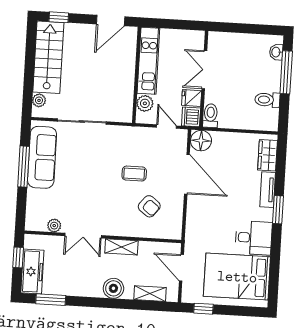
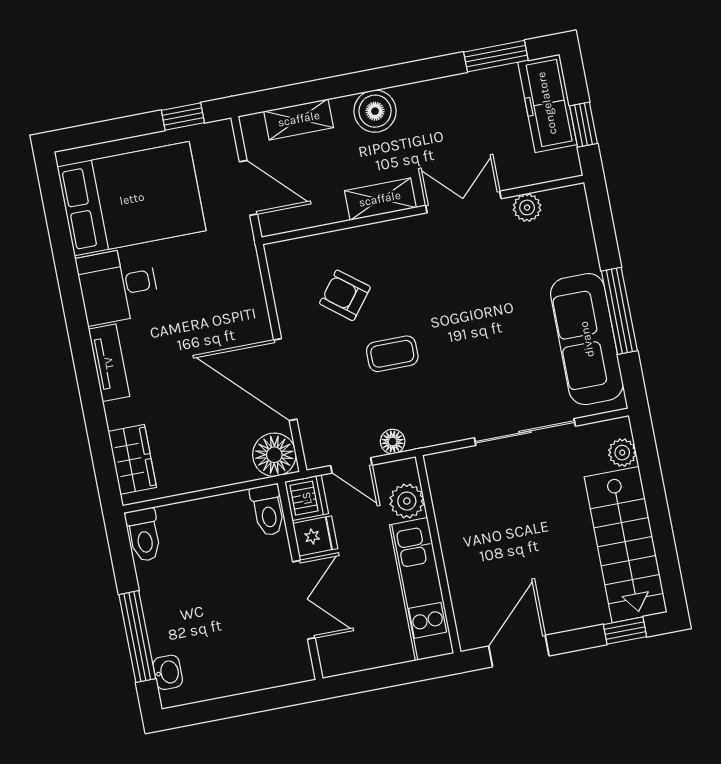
toilet: (267, 100) -> (144, 535), moved, turned 90
floor lamp: (144, 133) -> (393, 442), added
tv unit: (268, 190) -> (109, 363), moved
window: (278, 210) -> (83, 355), removed

